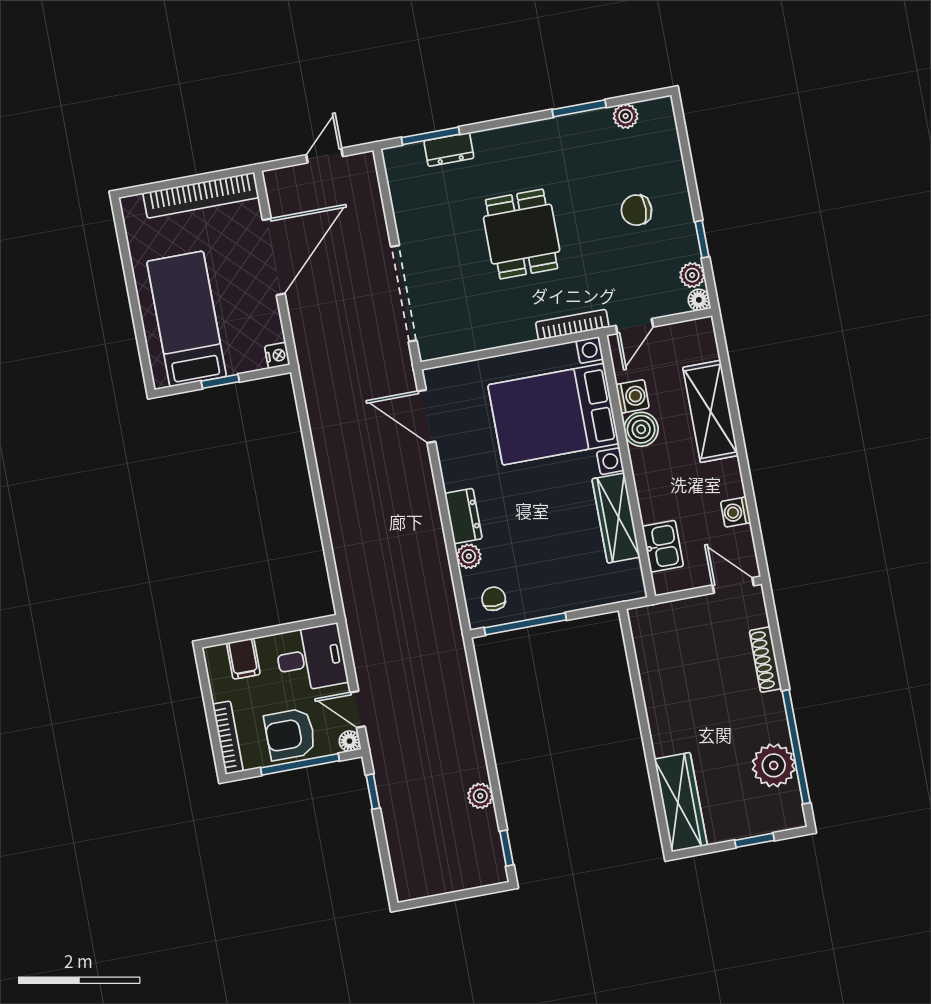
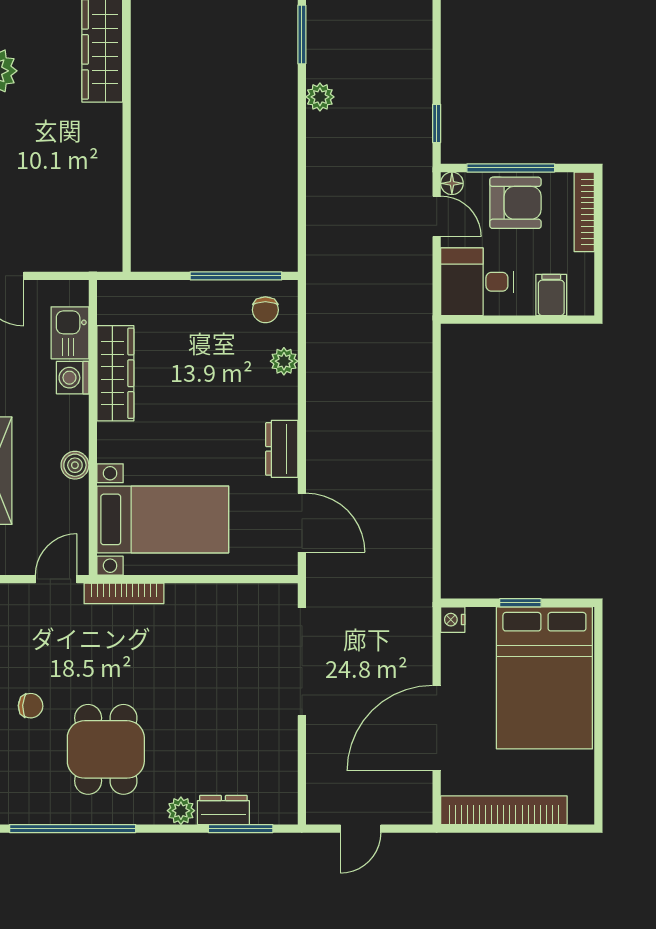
window: (579, 108) -> (73, 829), width x2.11
plant: (626, 116) -> (181, 811), moved
chair: (636, 210) -> (31, 706), width x0.73, depth x0.73
dining table: (522, 234) -> (106, 749), moved
bed: (187, 319) -> (544, 678), width x1.50
washing machine: (632, 396) -> (73, 378), moved
bed with nightstands: (553, 414) -> (163, 519), width x0.73
boiler: (641, 429) -> (75, 465), width x0.73, depth x0.73
dresser: (463, 516) -> (282, 449), moved
window: (507, 848) -> (302, 35), width x1.50

